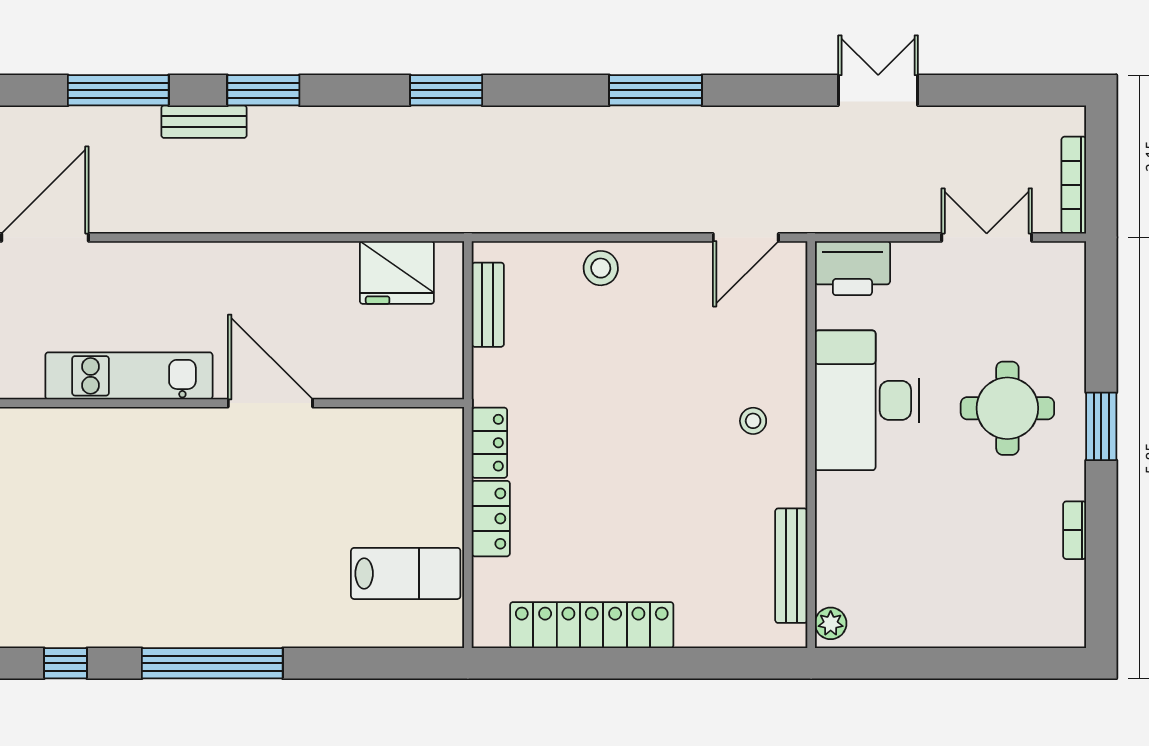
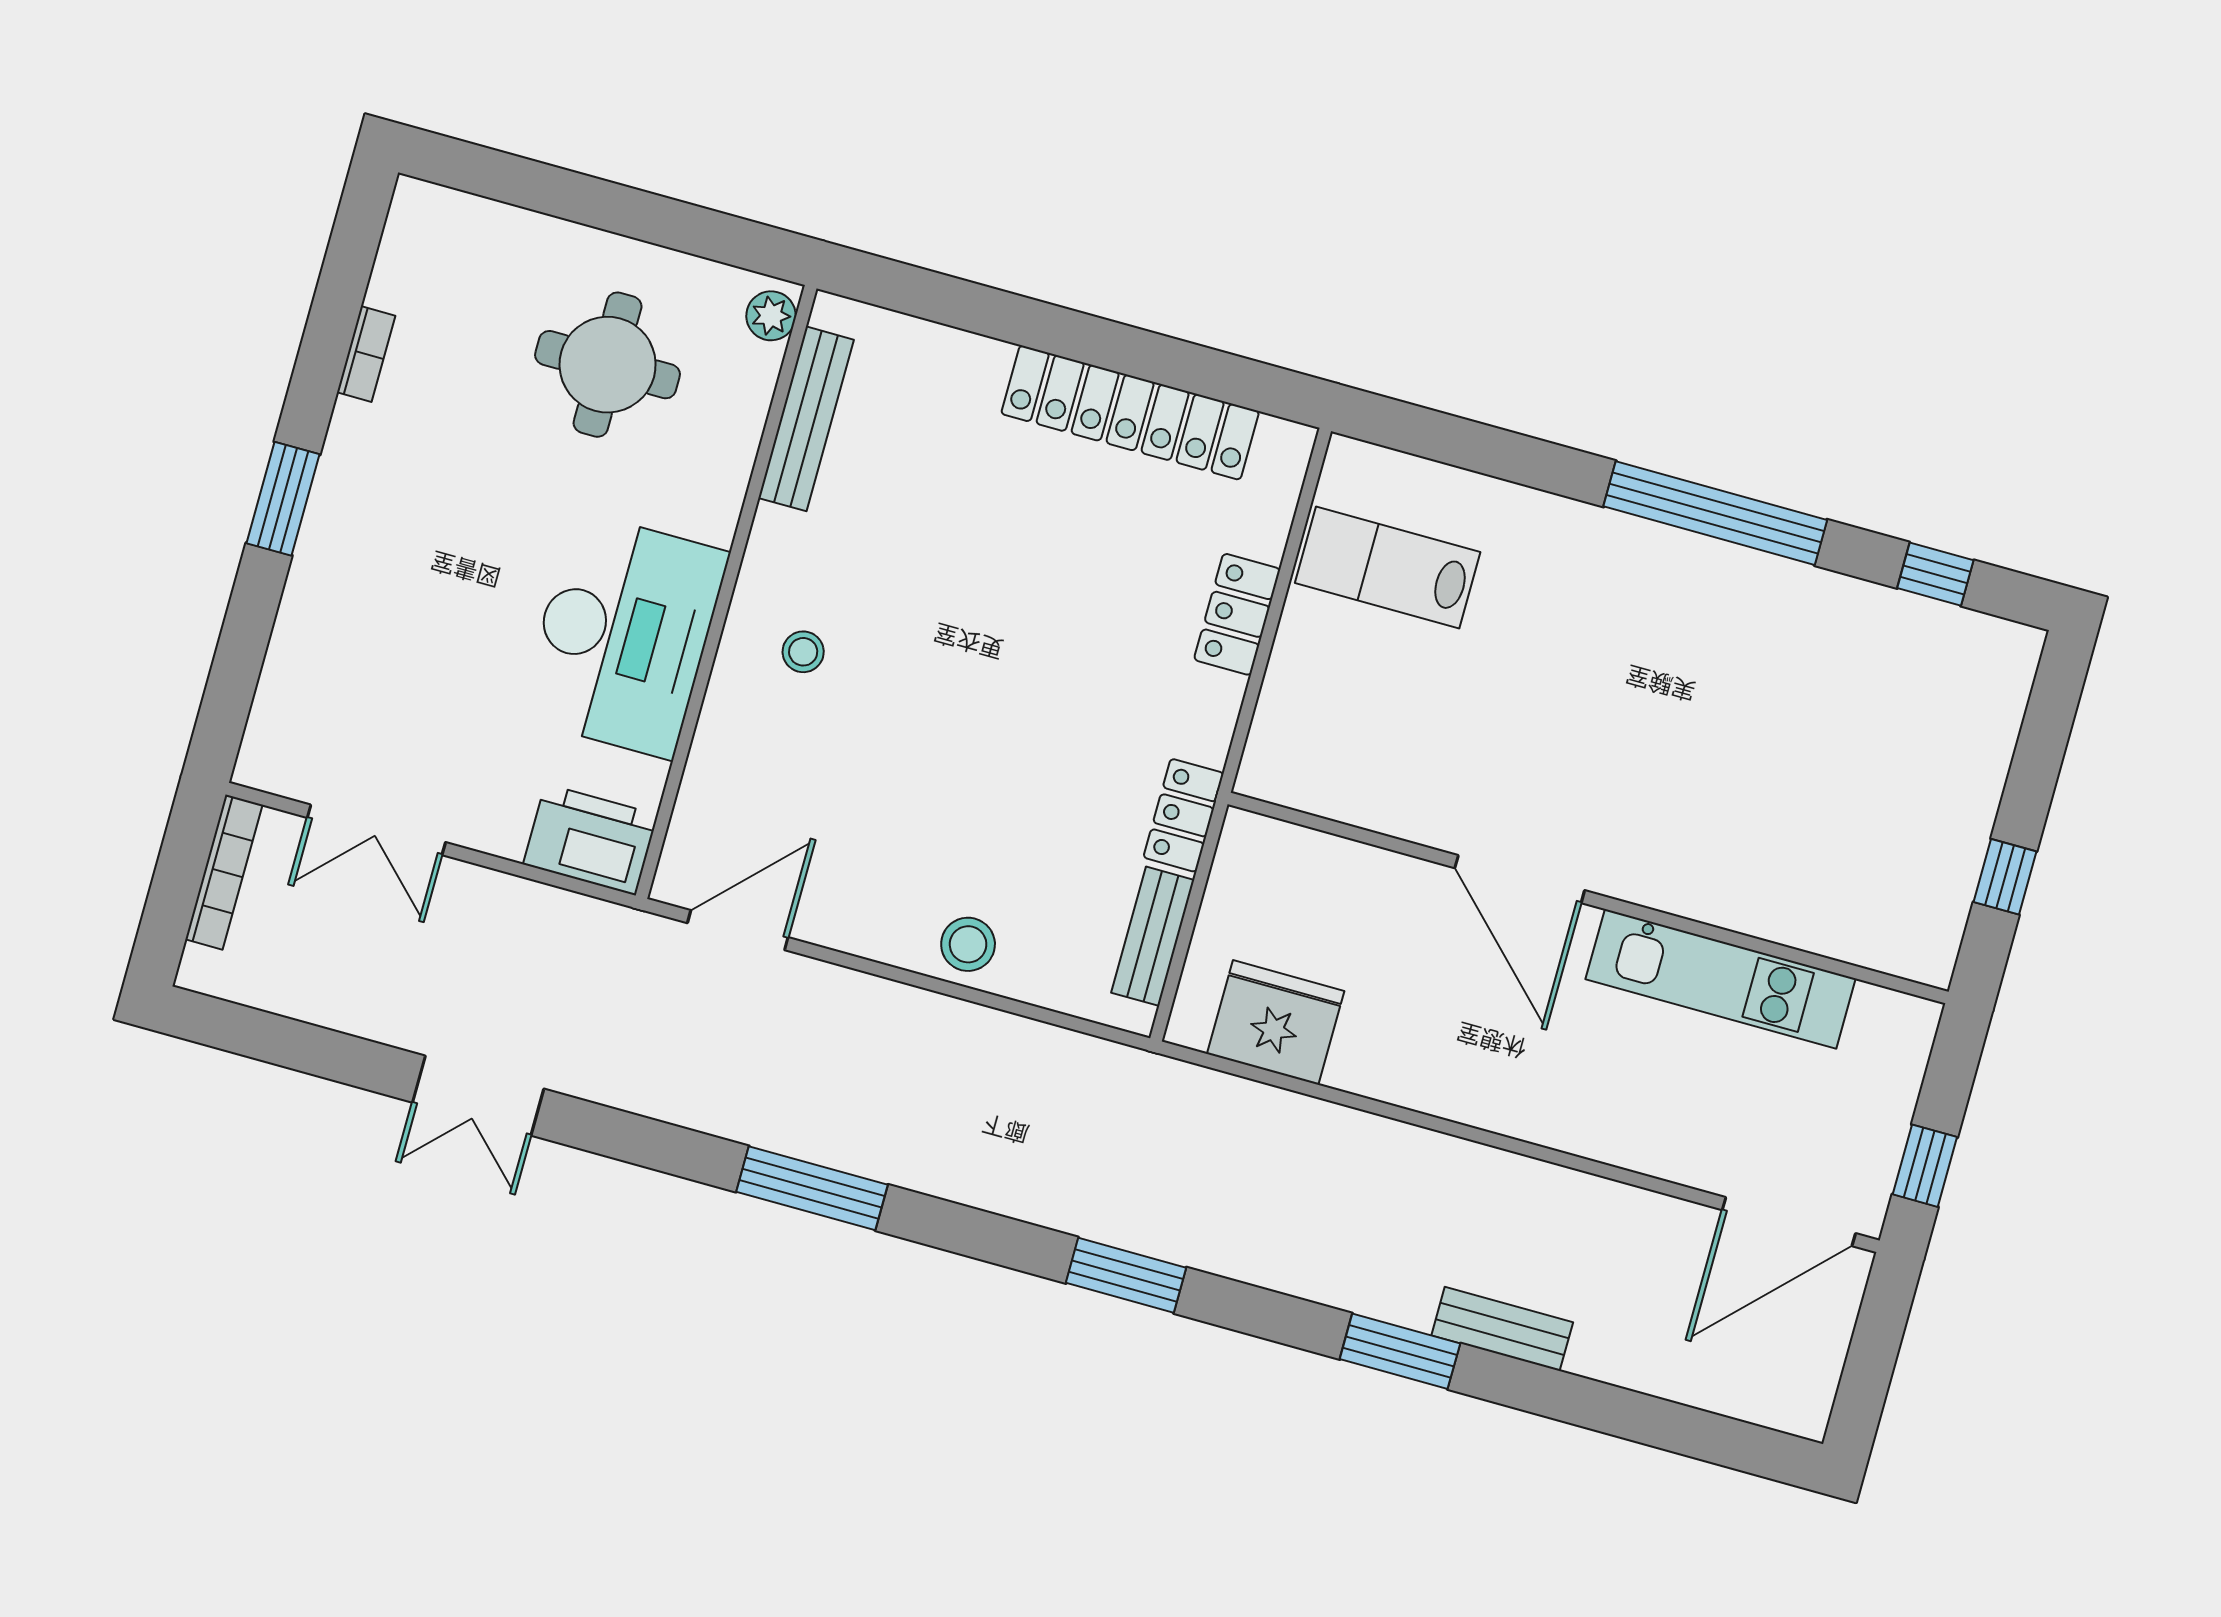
window: (118, 90) -> (1618, 1412), removed
round table: (1007, 408) -> (608, 365), moved
locker: (489, 443) -> (1184, 815), moved

